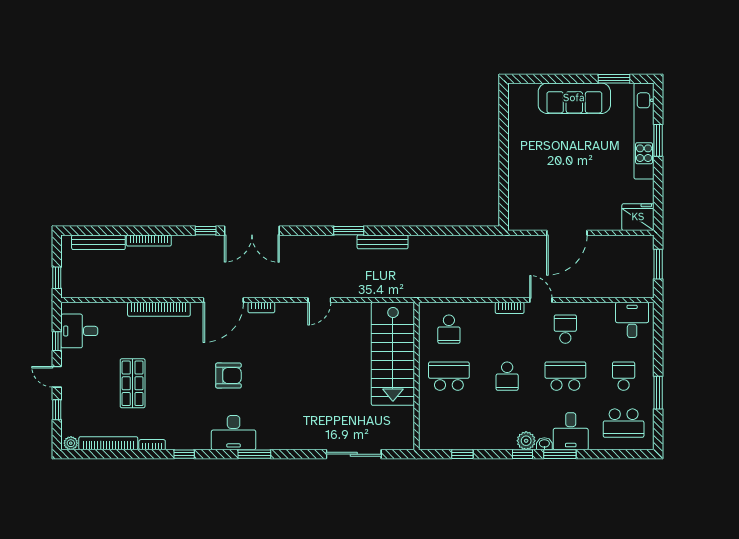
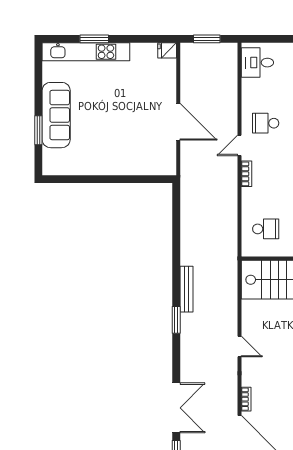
window: (614, 79) -> (38, 130), moved
fridge: (638, 217) -> (167, 50), width x0.53, depth x0.75

